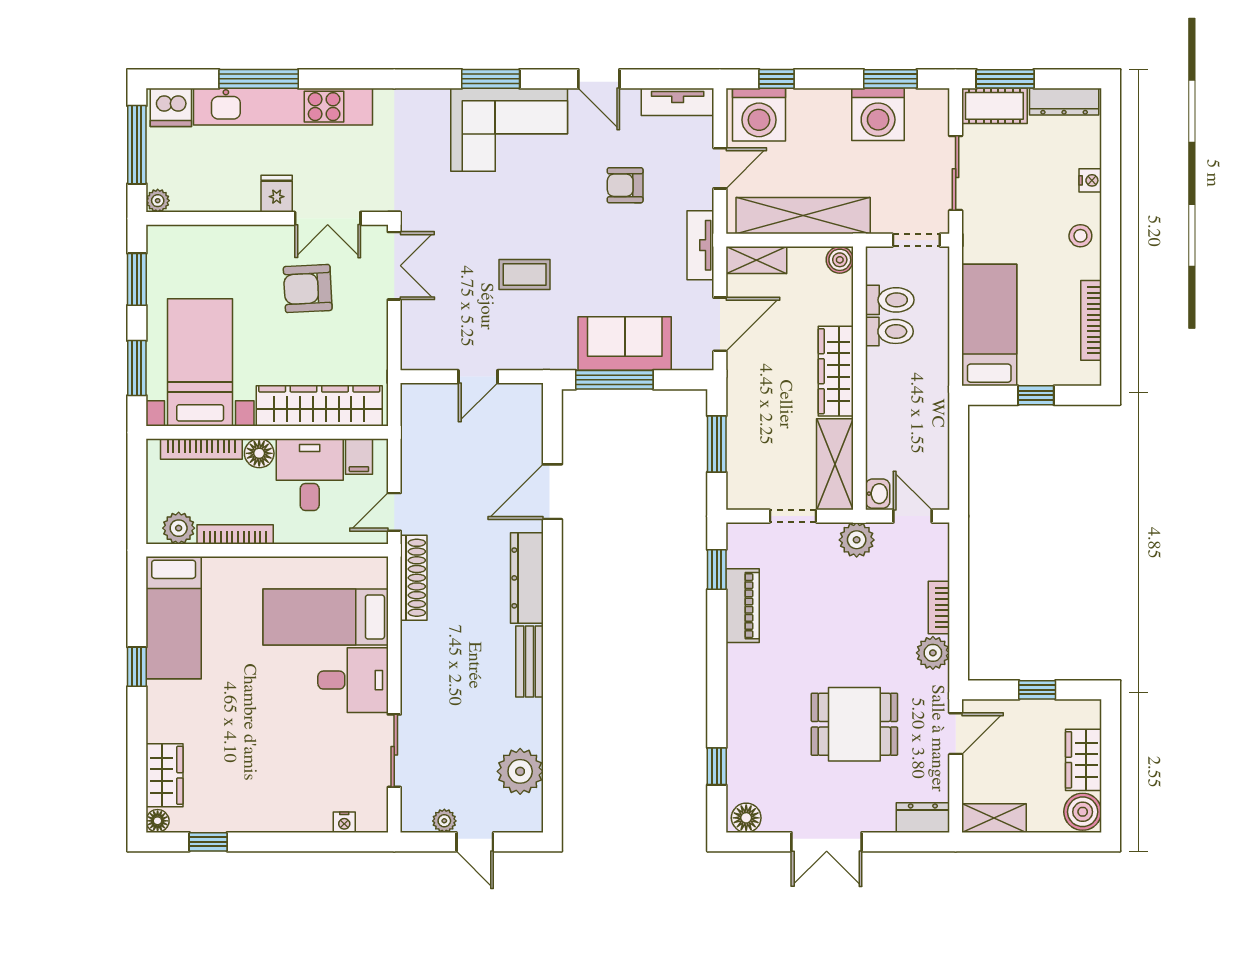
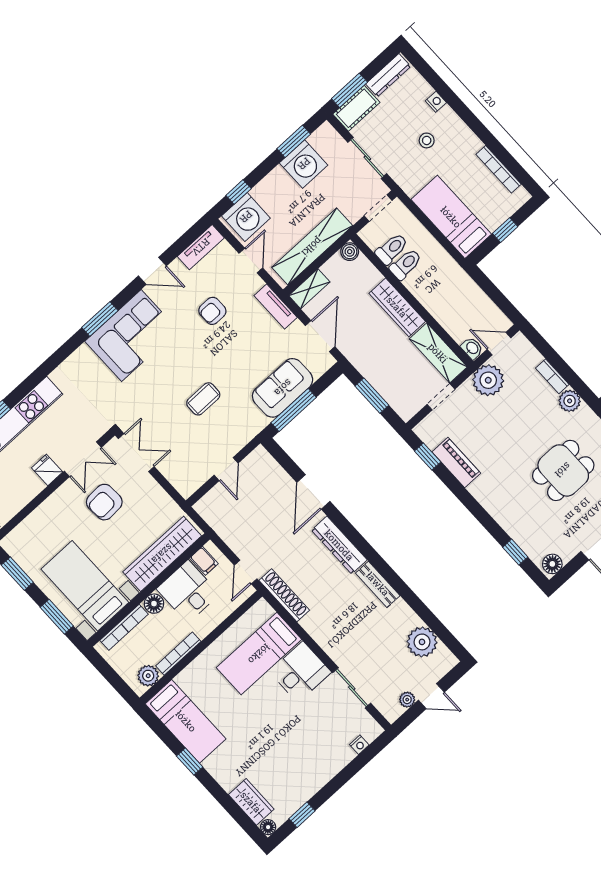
stool: (1080, 236) -> (427, 140), moved
plant: (857, 540) -> (488, 380), width x1.36, depth x1.36

